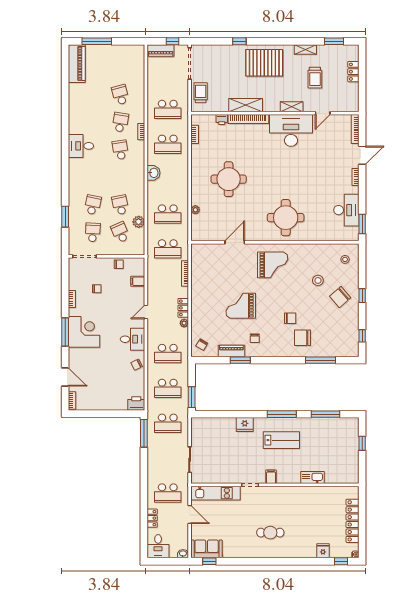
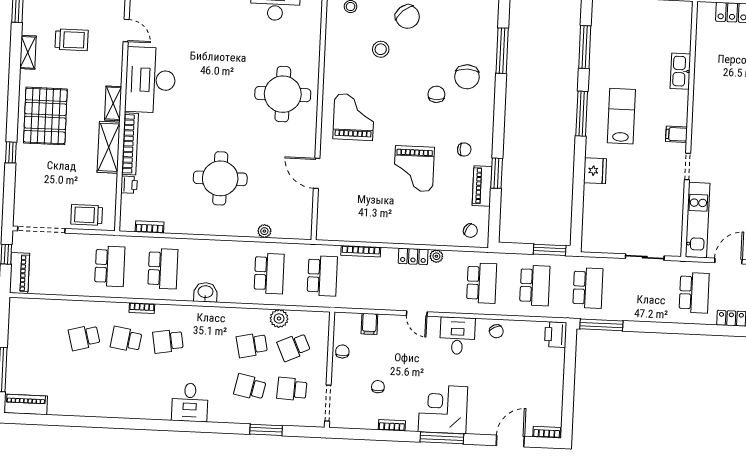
piano: (77, 64) -> (26, 404), width x0.73, depth x0.75
shelving: (292, 107) -> (113, 103), moved
desk: (81, 146) -> (190, 402), moved

